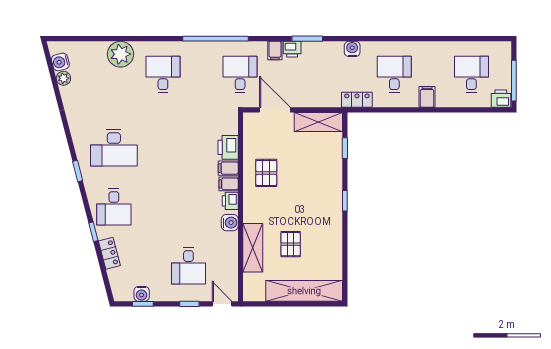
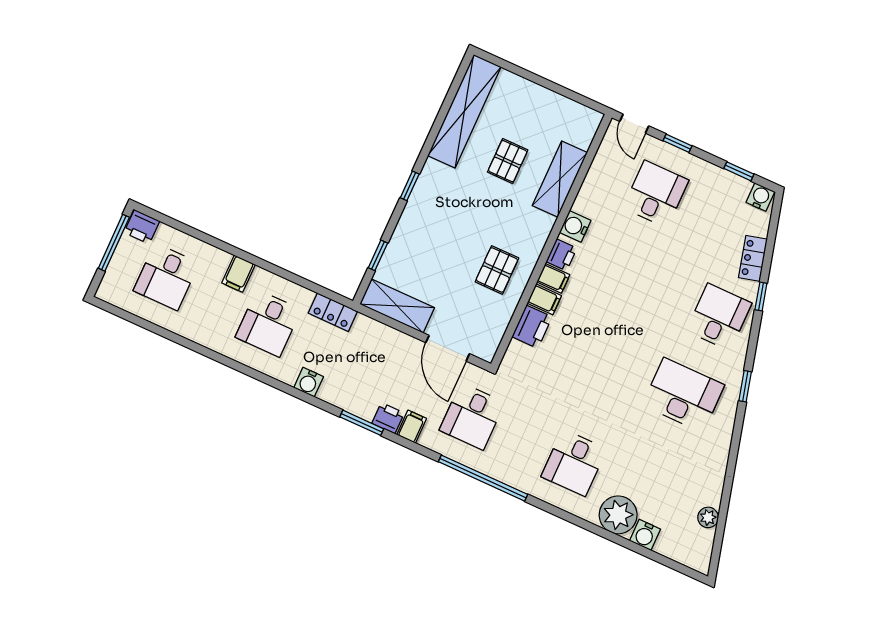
water cooler: (60, 62) -> (645, 535), moved, turned 105
shelving: (304, 291) -> (464, 111), moved, turned 90
water cooler: (142, 294) -> (760, 197), moved

